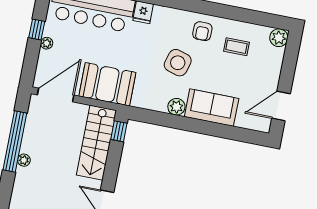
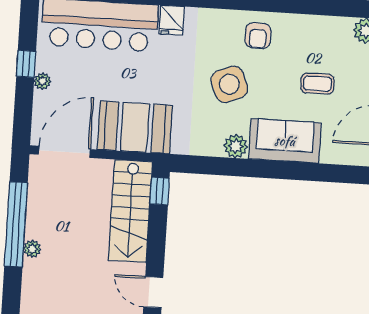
coffee table: (236, 47) -> (317, 84), moved
side table: (178, 63) -> (229, 84), turned -38

